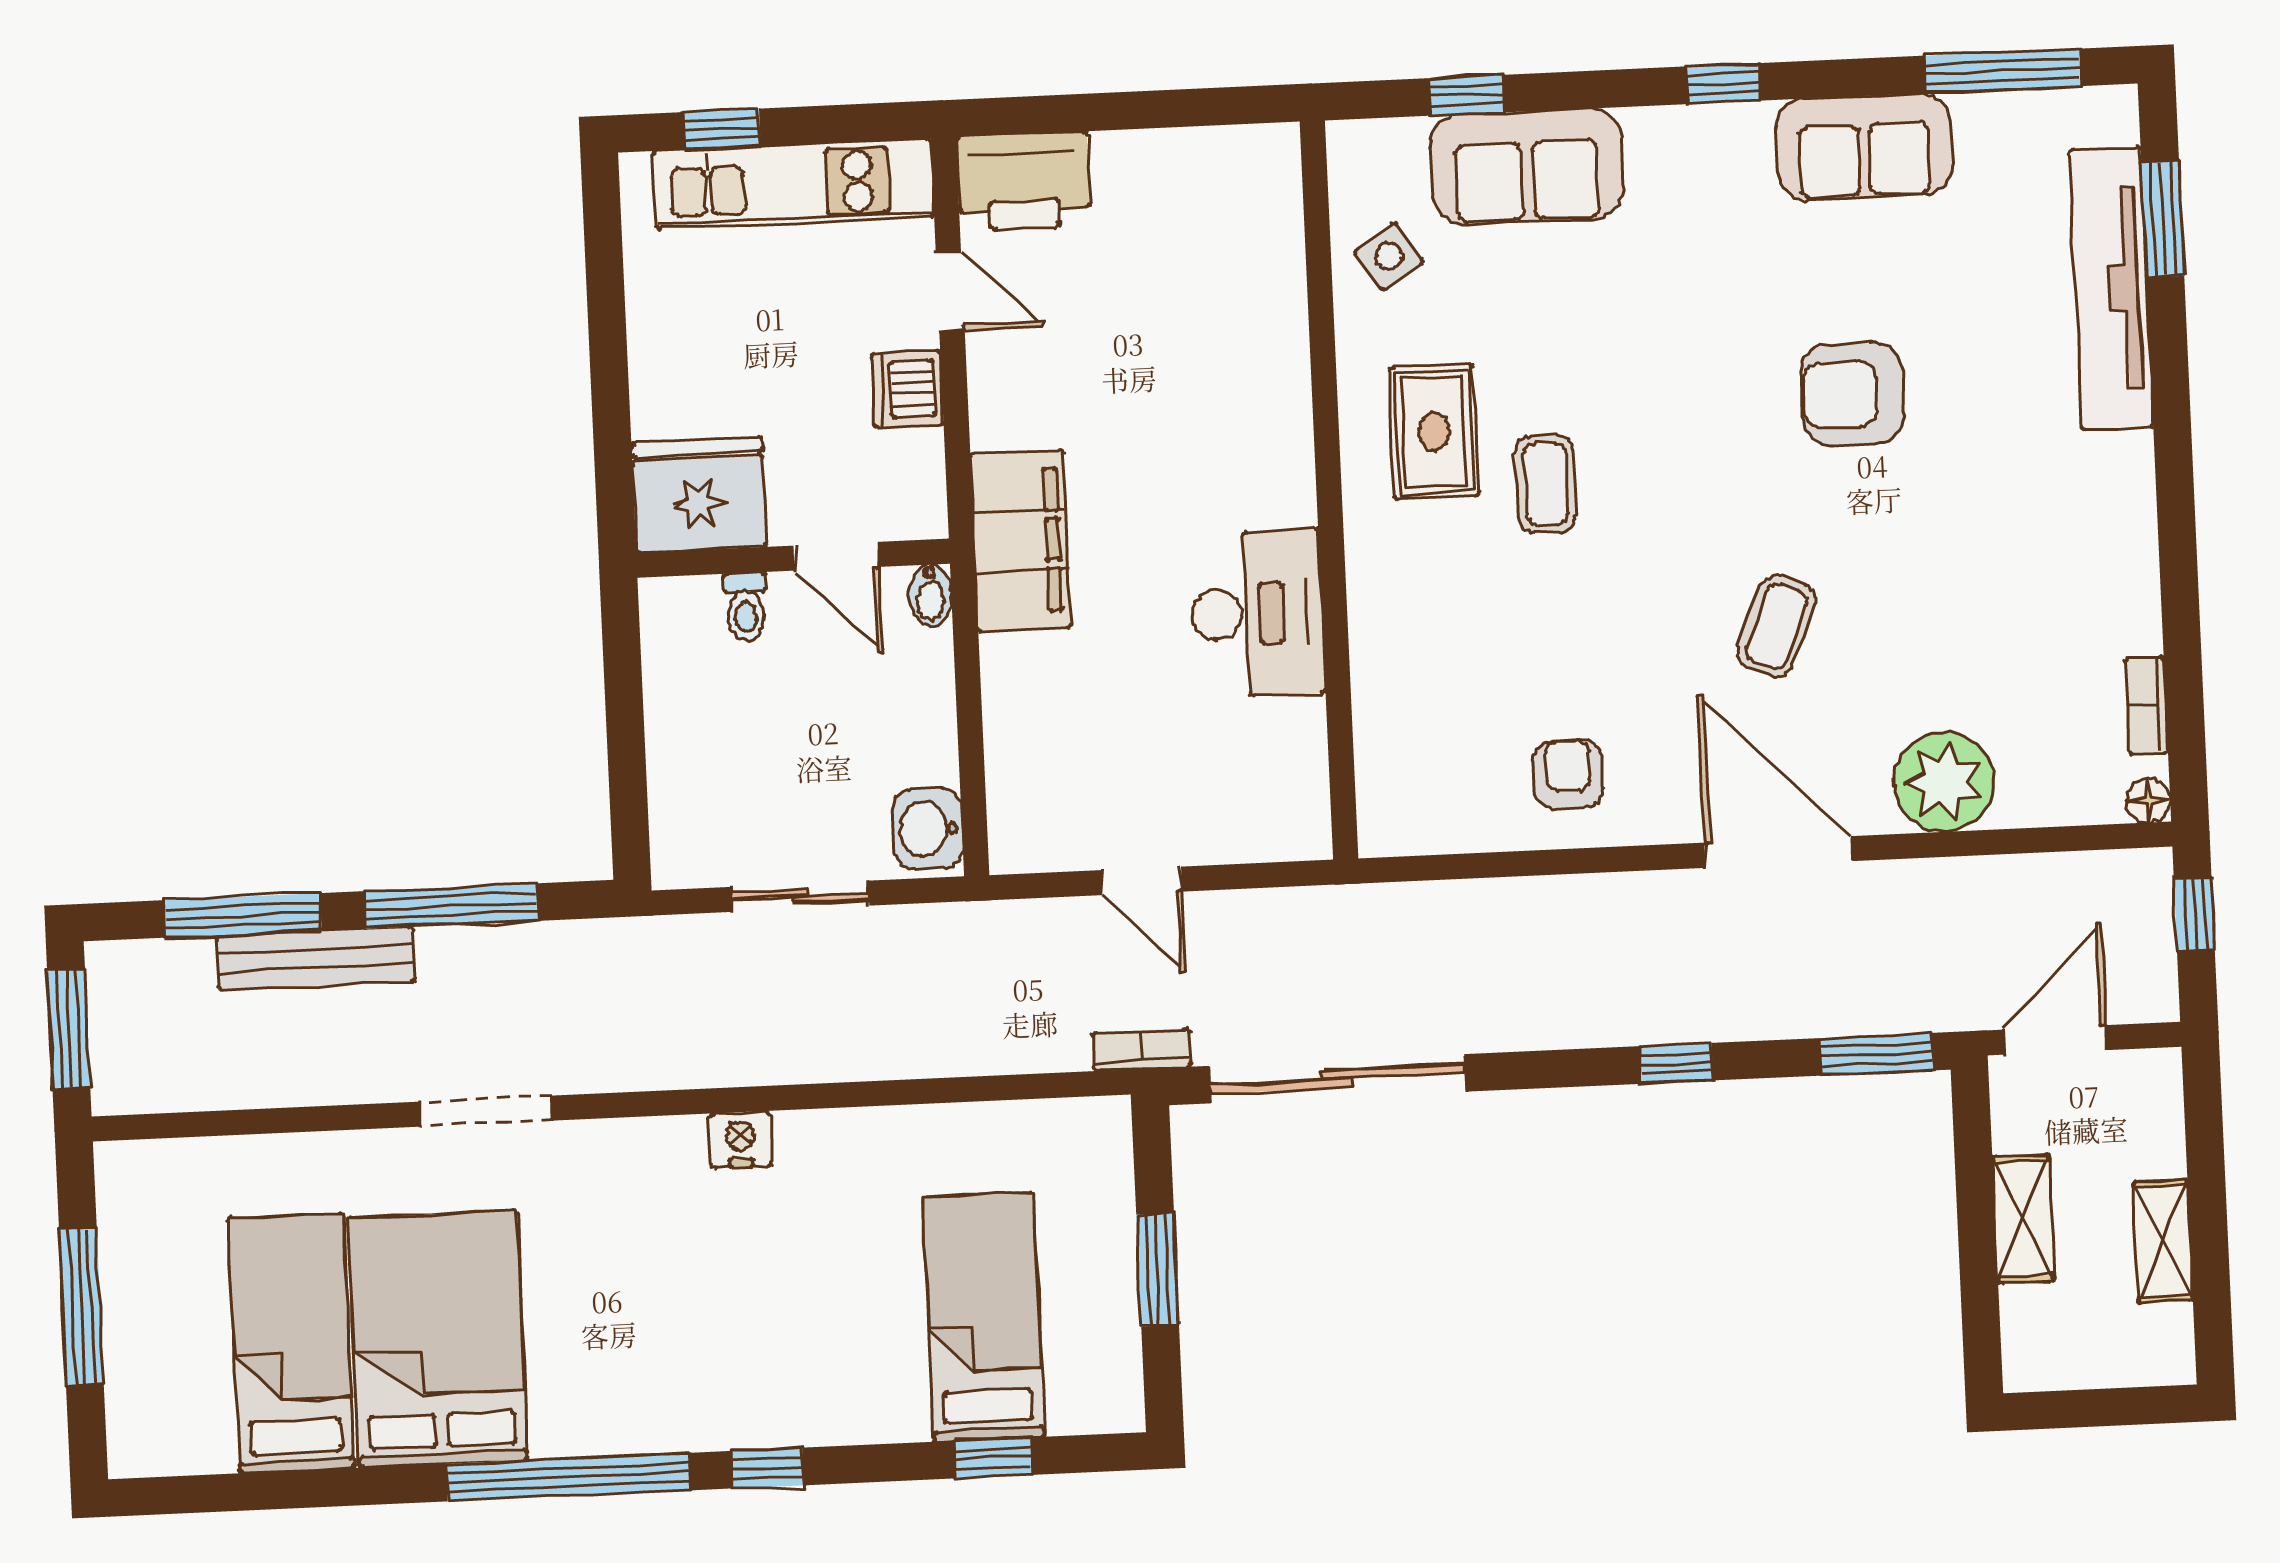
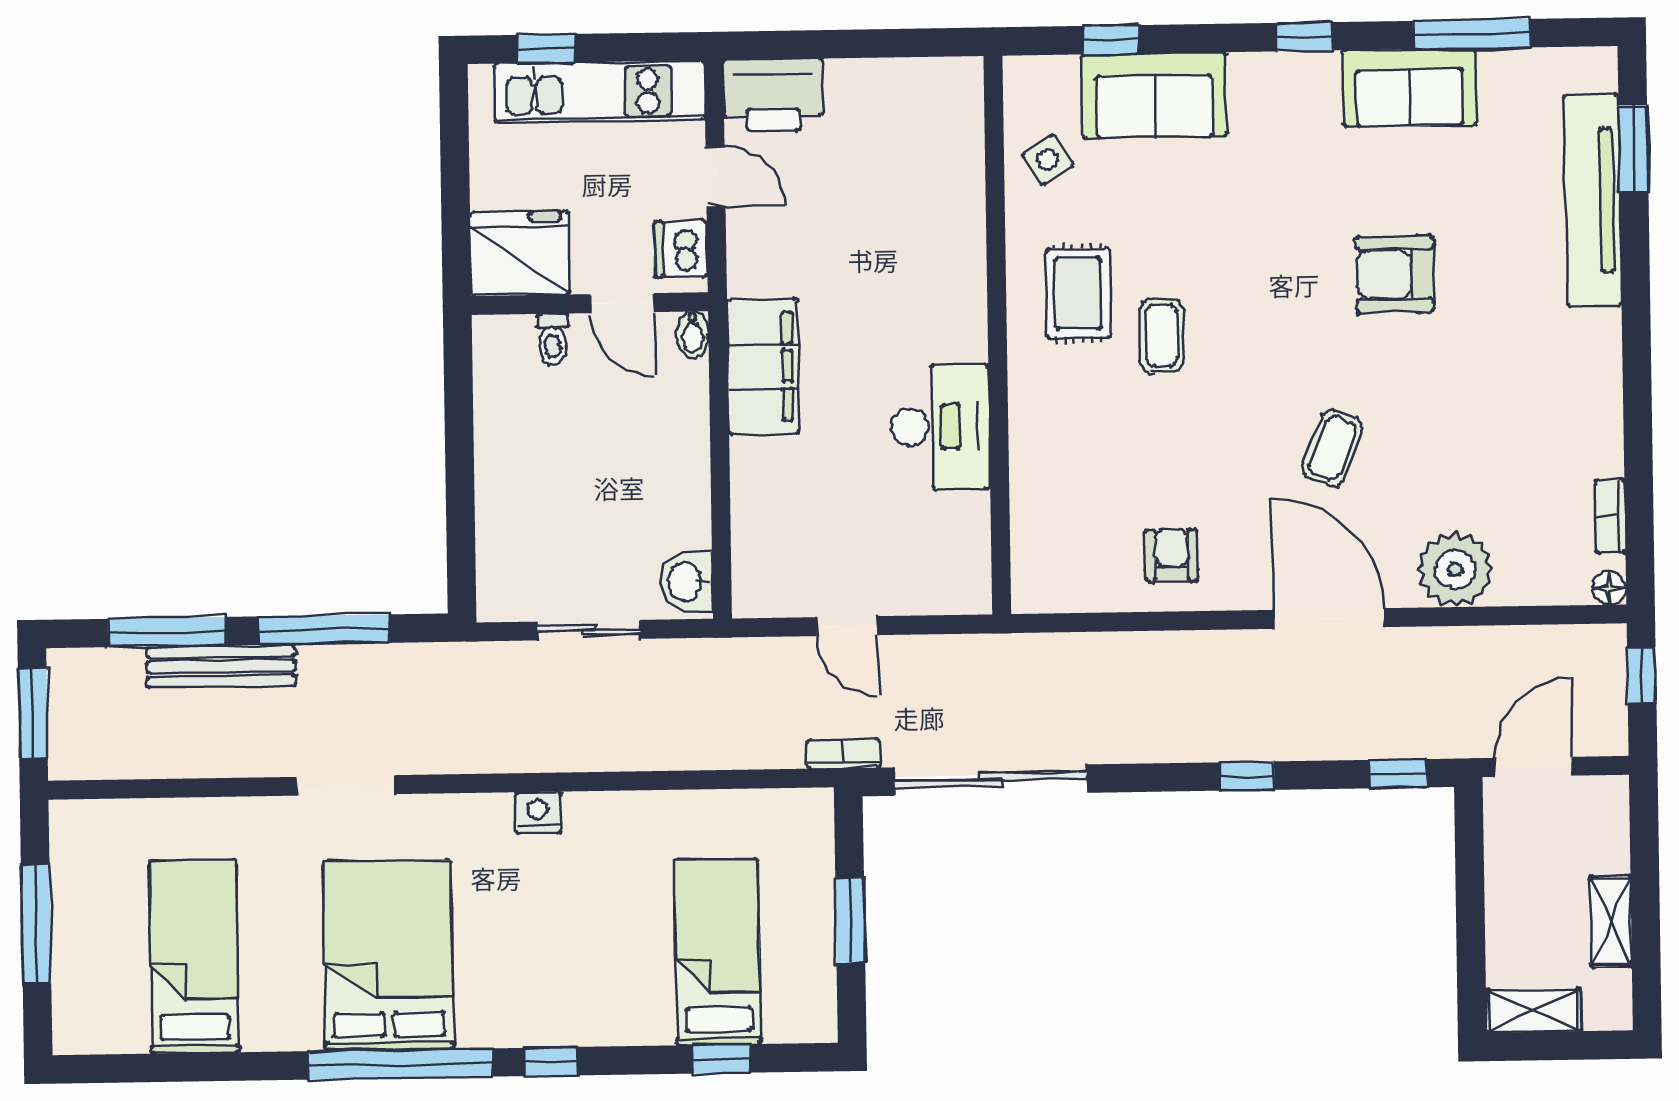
window: (2003, 71) -> (1472, 34), moved
fridge: (699, 495) -> (520, 253), moved
door: (836, 556) -> (622, 303), moved
wall: (793, 558) -> (590, 304), moved
bidet: (930, 595) -> (693, 335), moved
toilet: (746, 607) -> (553, 339), moved
window: (1877, 1054) -> (1399, 774), width x0.67
shelving: (2023, 1219) -> (1533, 1011), moved, turned 90
bed: (438, 1339) -> (388, 955), moved

